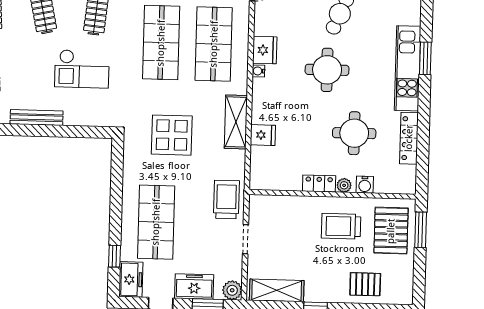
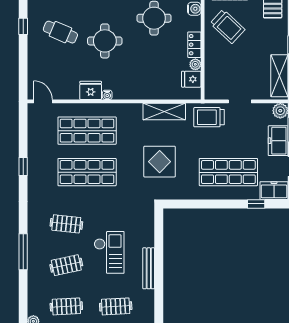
checkout: (82, 69) -> (109, 252), moved
shelving: (236, 122) -> (164, 111), moved
fridge: (263, 135) -> (191, 79), moved, turned -90
plant: (344, 185) -> (195, 64), moved
trolley: (341, 226) -> (227, 26), turned -47

